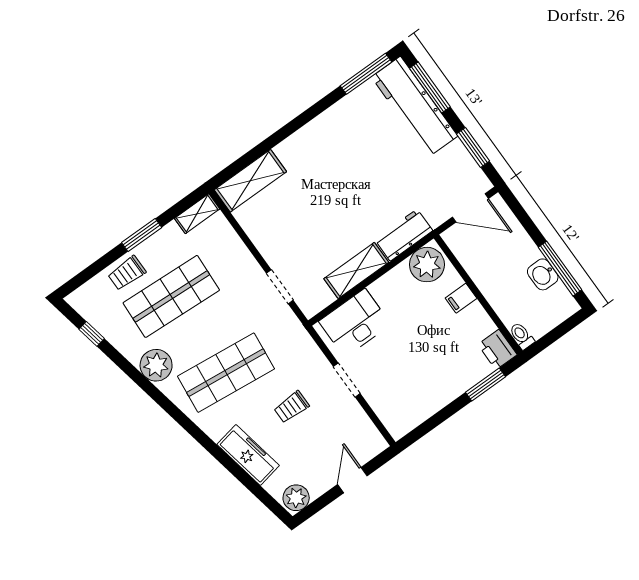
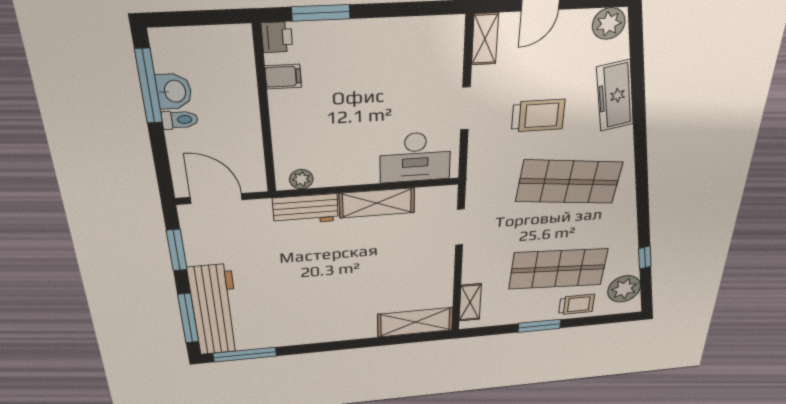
shelving: (197, 214) -> (470, 302), moved, turned 90
plant: (427, 265) -> (301, 179), width x0.53, depth x0.53
filing cabinet: (461, 298) -> (283, 77), moved
window: (92, 334) -> (645, 258), moved
toilet: (522, 336) -> (180, 120), moved, turned -90
printer: (497, 350) -> (277, 37), width x0.73, depth x0.81
plant: (156, 365) -> (624, 289), moved
trolley: (292, 407) -> (538, 116), width x1.36, depth x1.39
shelving: (370, 435) -> (485, 39), added

